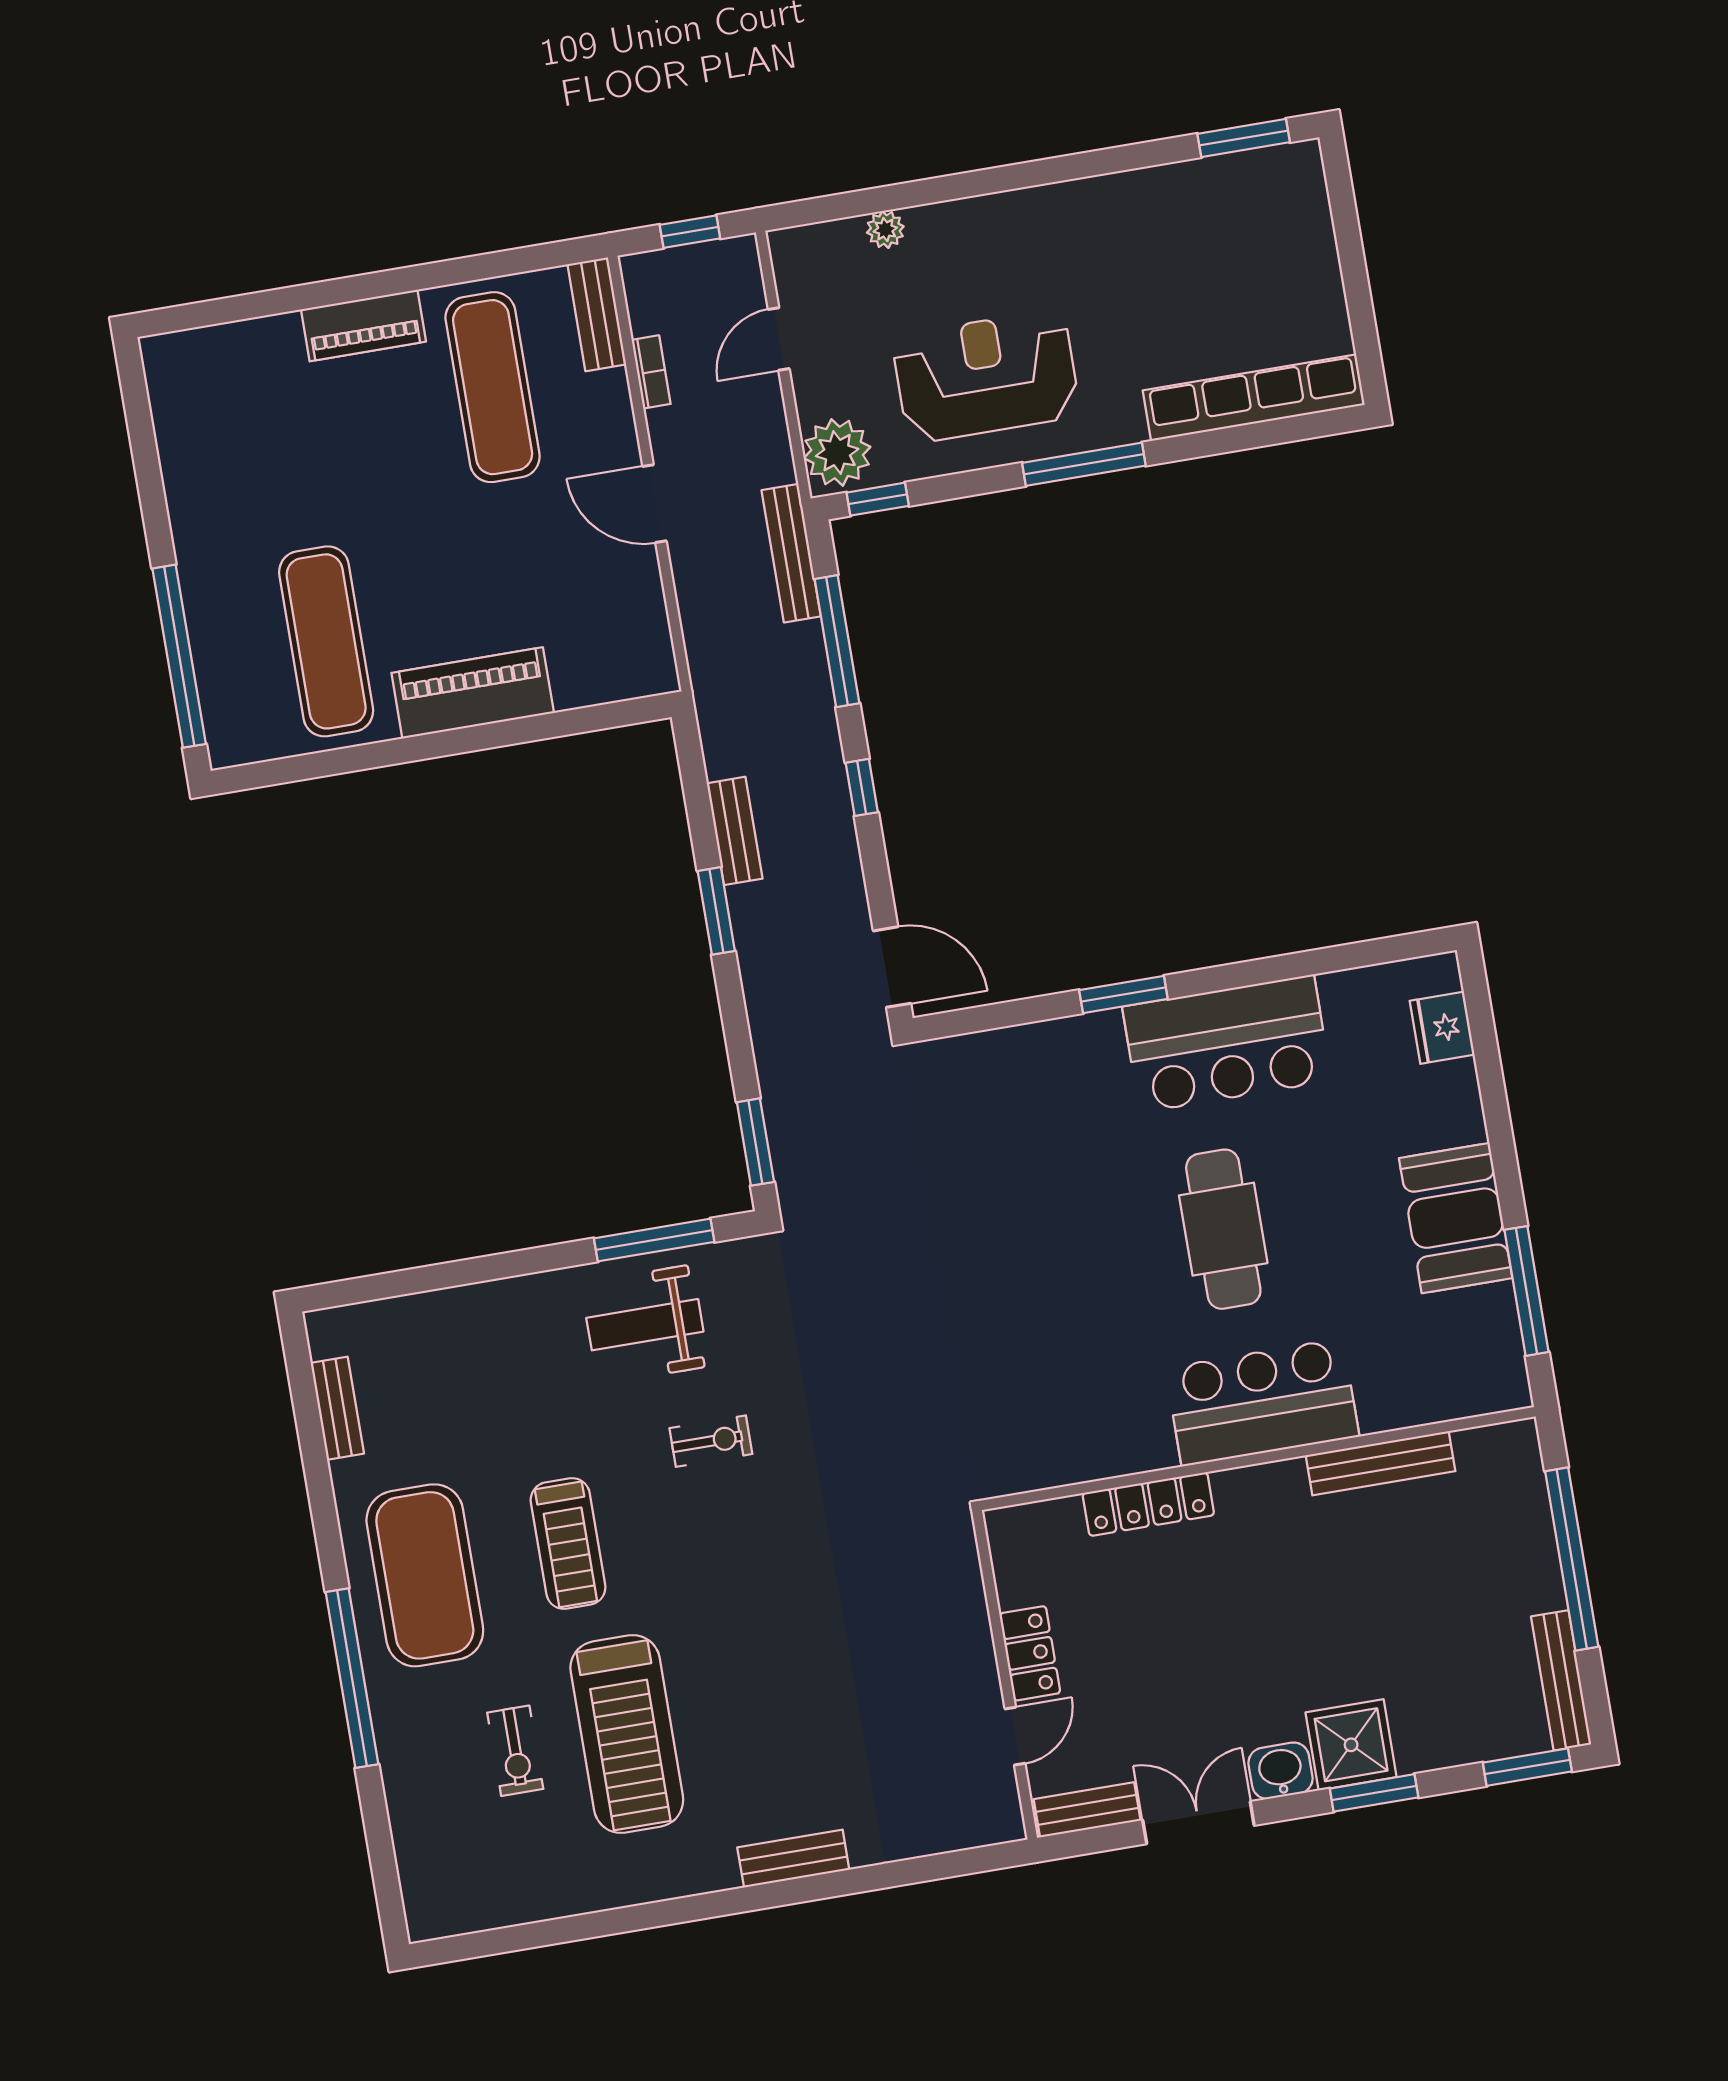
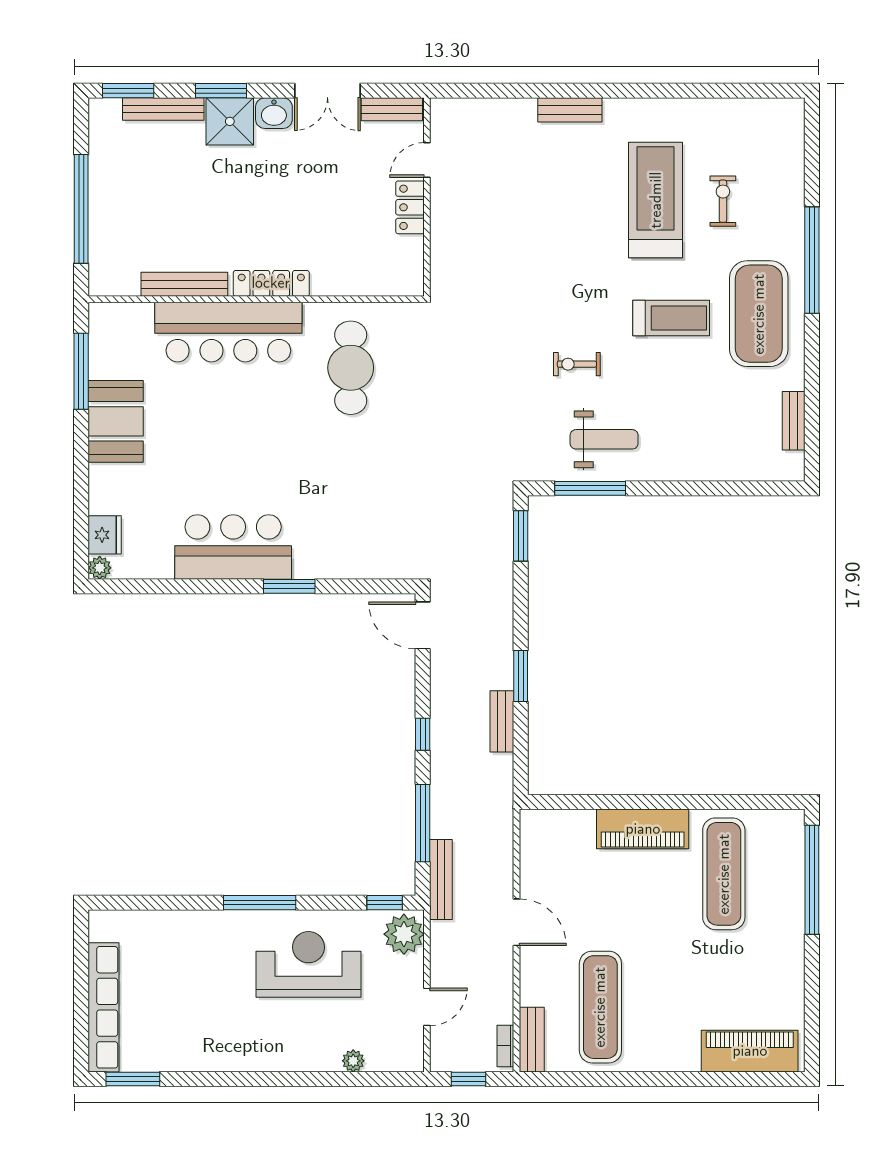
piano: (363, 326) -> (750, 1051), moved, width x1.37, depth x1.33
bookcase: (651, 372) -> (505, 1046), moved
reception desk: (986, 376) -> (308, 964), turned 180
row of seats: (1254, 398) -> (104, 1007), moved, turned -90
plant: (1441, 972) -> (100, 568), added
cafe table: (1223, 1229) -> (351, 368), moved
bar counter: (1262, 1402) -> (228, 332), width x1.36
locker: (1148, 1504) -> (271, 283), moved
treadmill: (568, 1543) -> (671, 318), turned 90
bench: (1561, 1680) -> (163, 109), moved, turned 90

